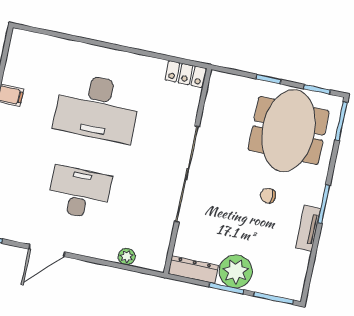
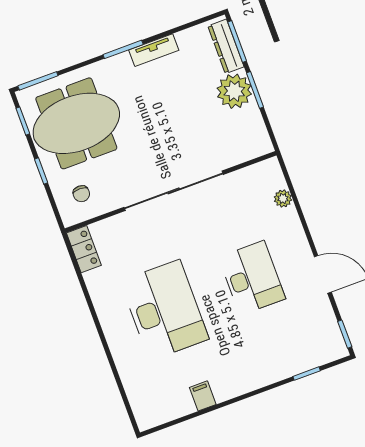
desk: (79, 193) -> (252, 278), turned 180
chair: (268, 196) -> (81, 194), moved
dresser: (193, 270) -> (226, 46), moved

